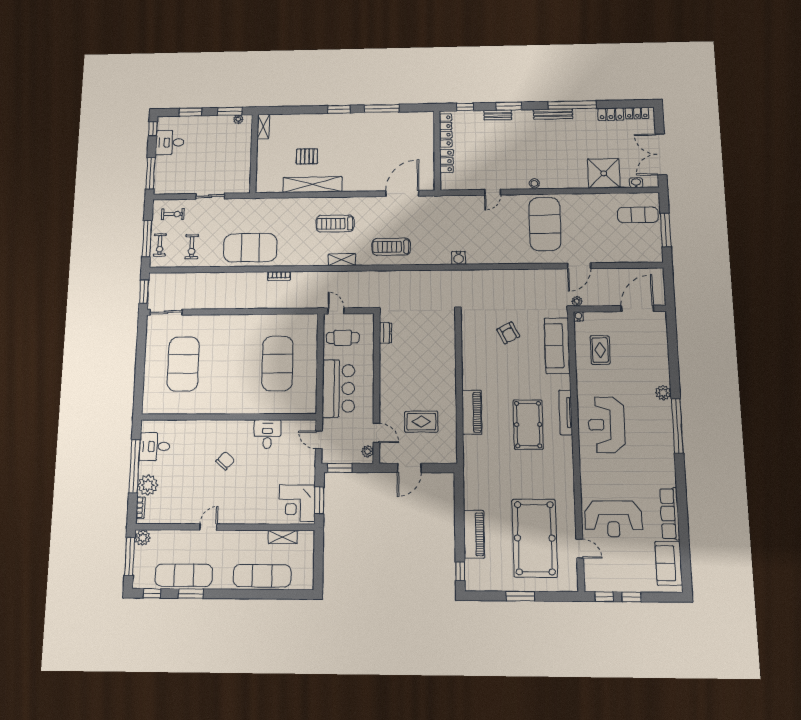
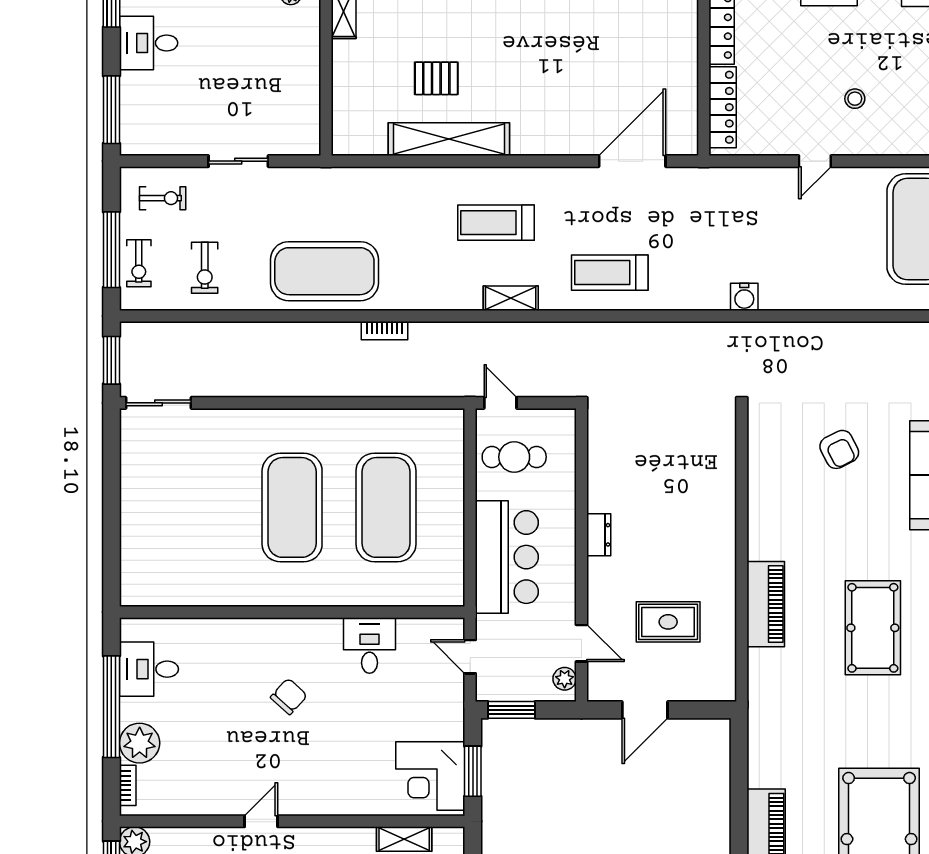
locker: (446, 161) -> (723, 107), width x1.53
stool: (534, 183) -> (855, 99), moved
dresser: (386, 333) -> (599, 535), moved
exercise mat: (183, 364) -> (292, 507), moved

